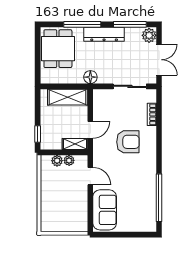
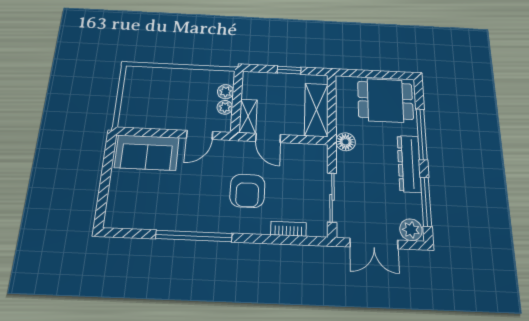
window: (38, 134) -> (289, 70), moved
window: (159, 198) -> (194, 236), moved

